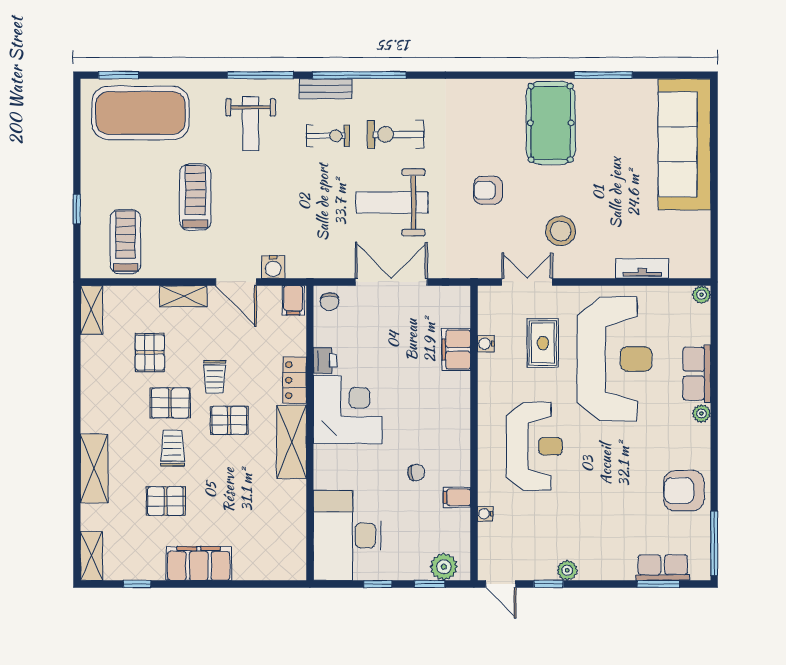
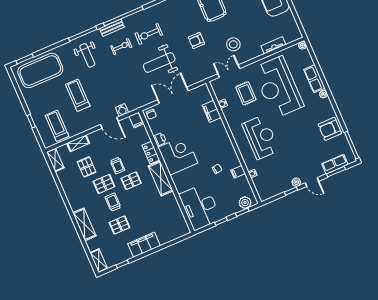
shelving: (183, 296) -> (78, 143), moved
reception desk: (614, 359) -> (278, 87), turned 180
door: (501, 584) -> (312, 182), moved

